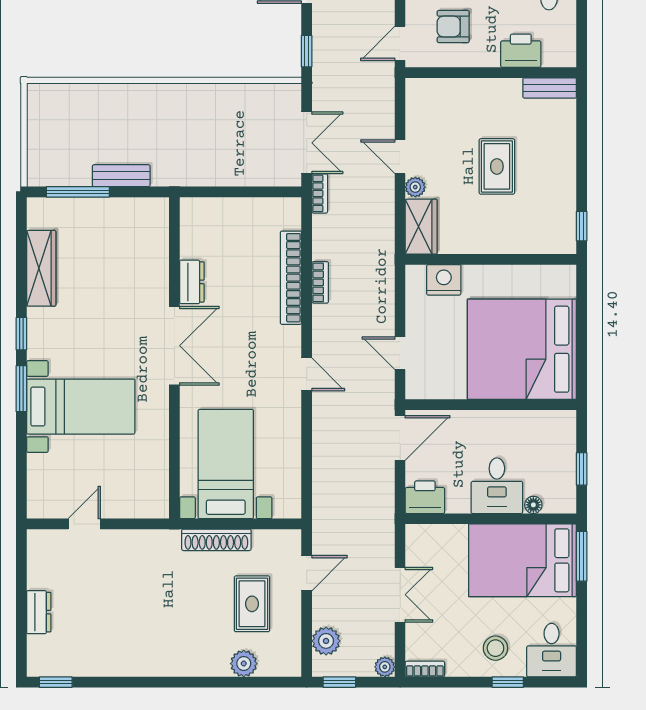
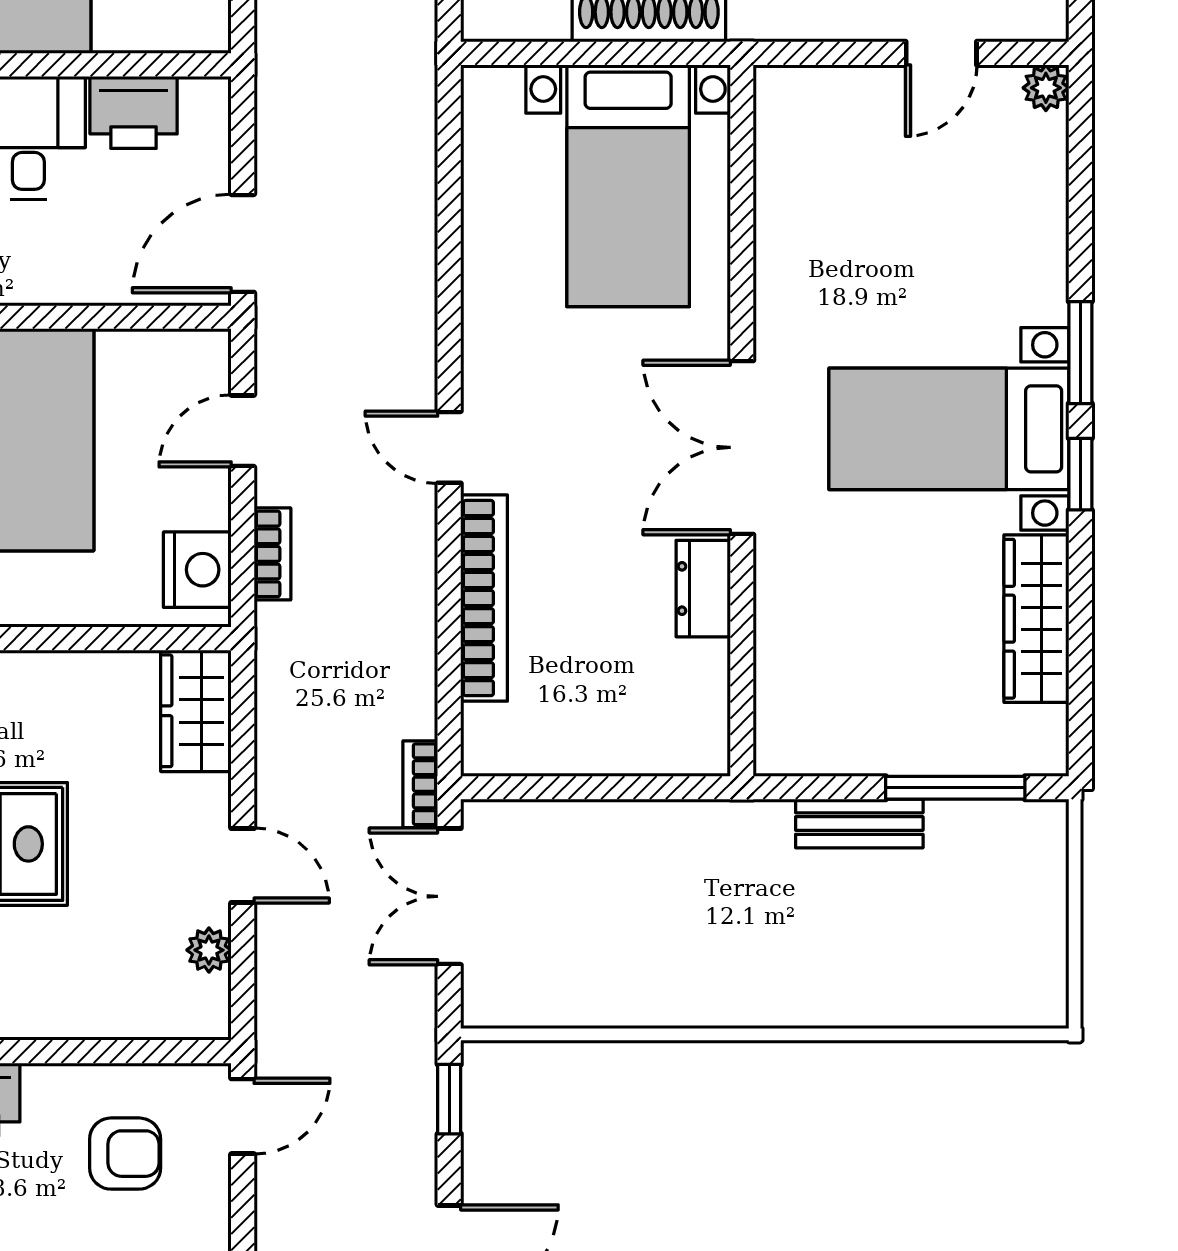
plant: (415, 187) -> (209, 950), moved
nightstand: (444, 280) -> (197, 570), moved, turned -90
bookcase: (320, 282) -> (272, 554), moved, turned 180
door: (400, 353) -> (243, 431), swing flipped
door: (307, 374) -> (449, 447), moved
bed with nightstands: (81, 407) -> (949, 429), moved
printer: (425, 497) -> (134, 112), moved
plant: (37, 508) -> (1046, 88), added

